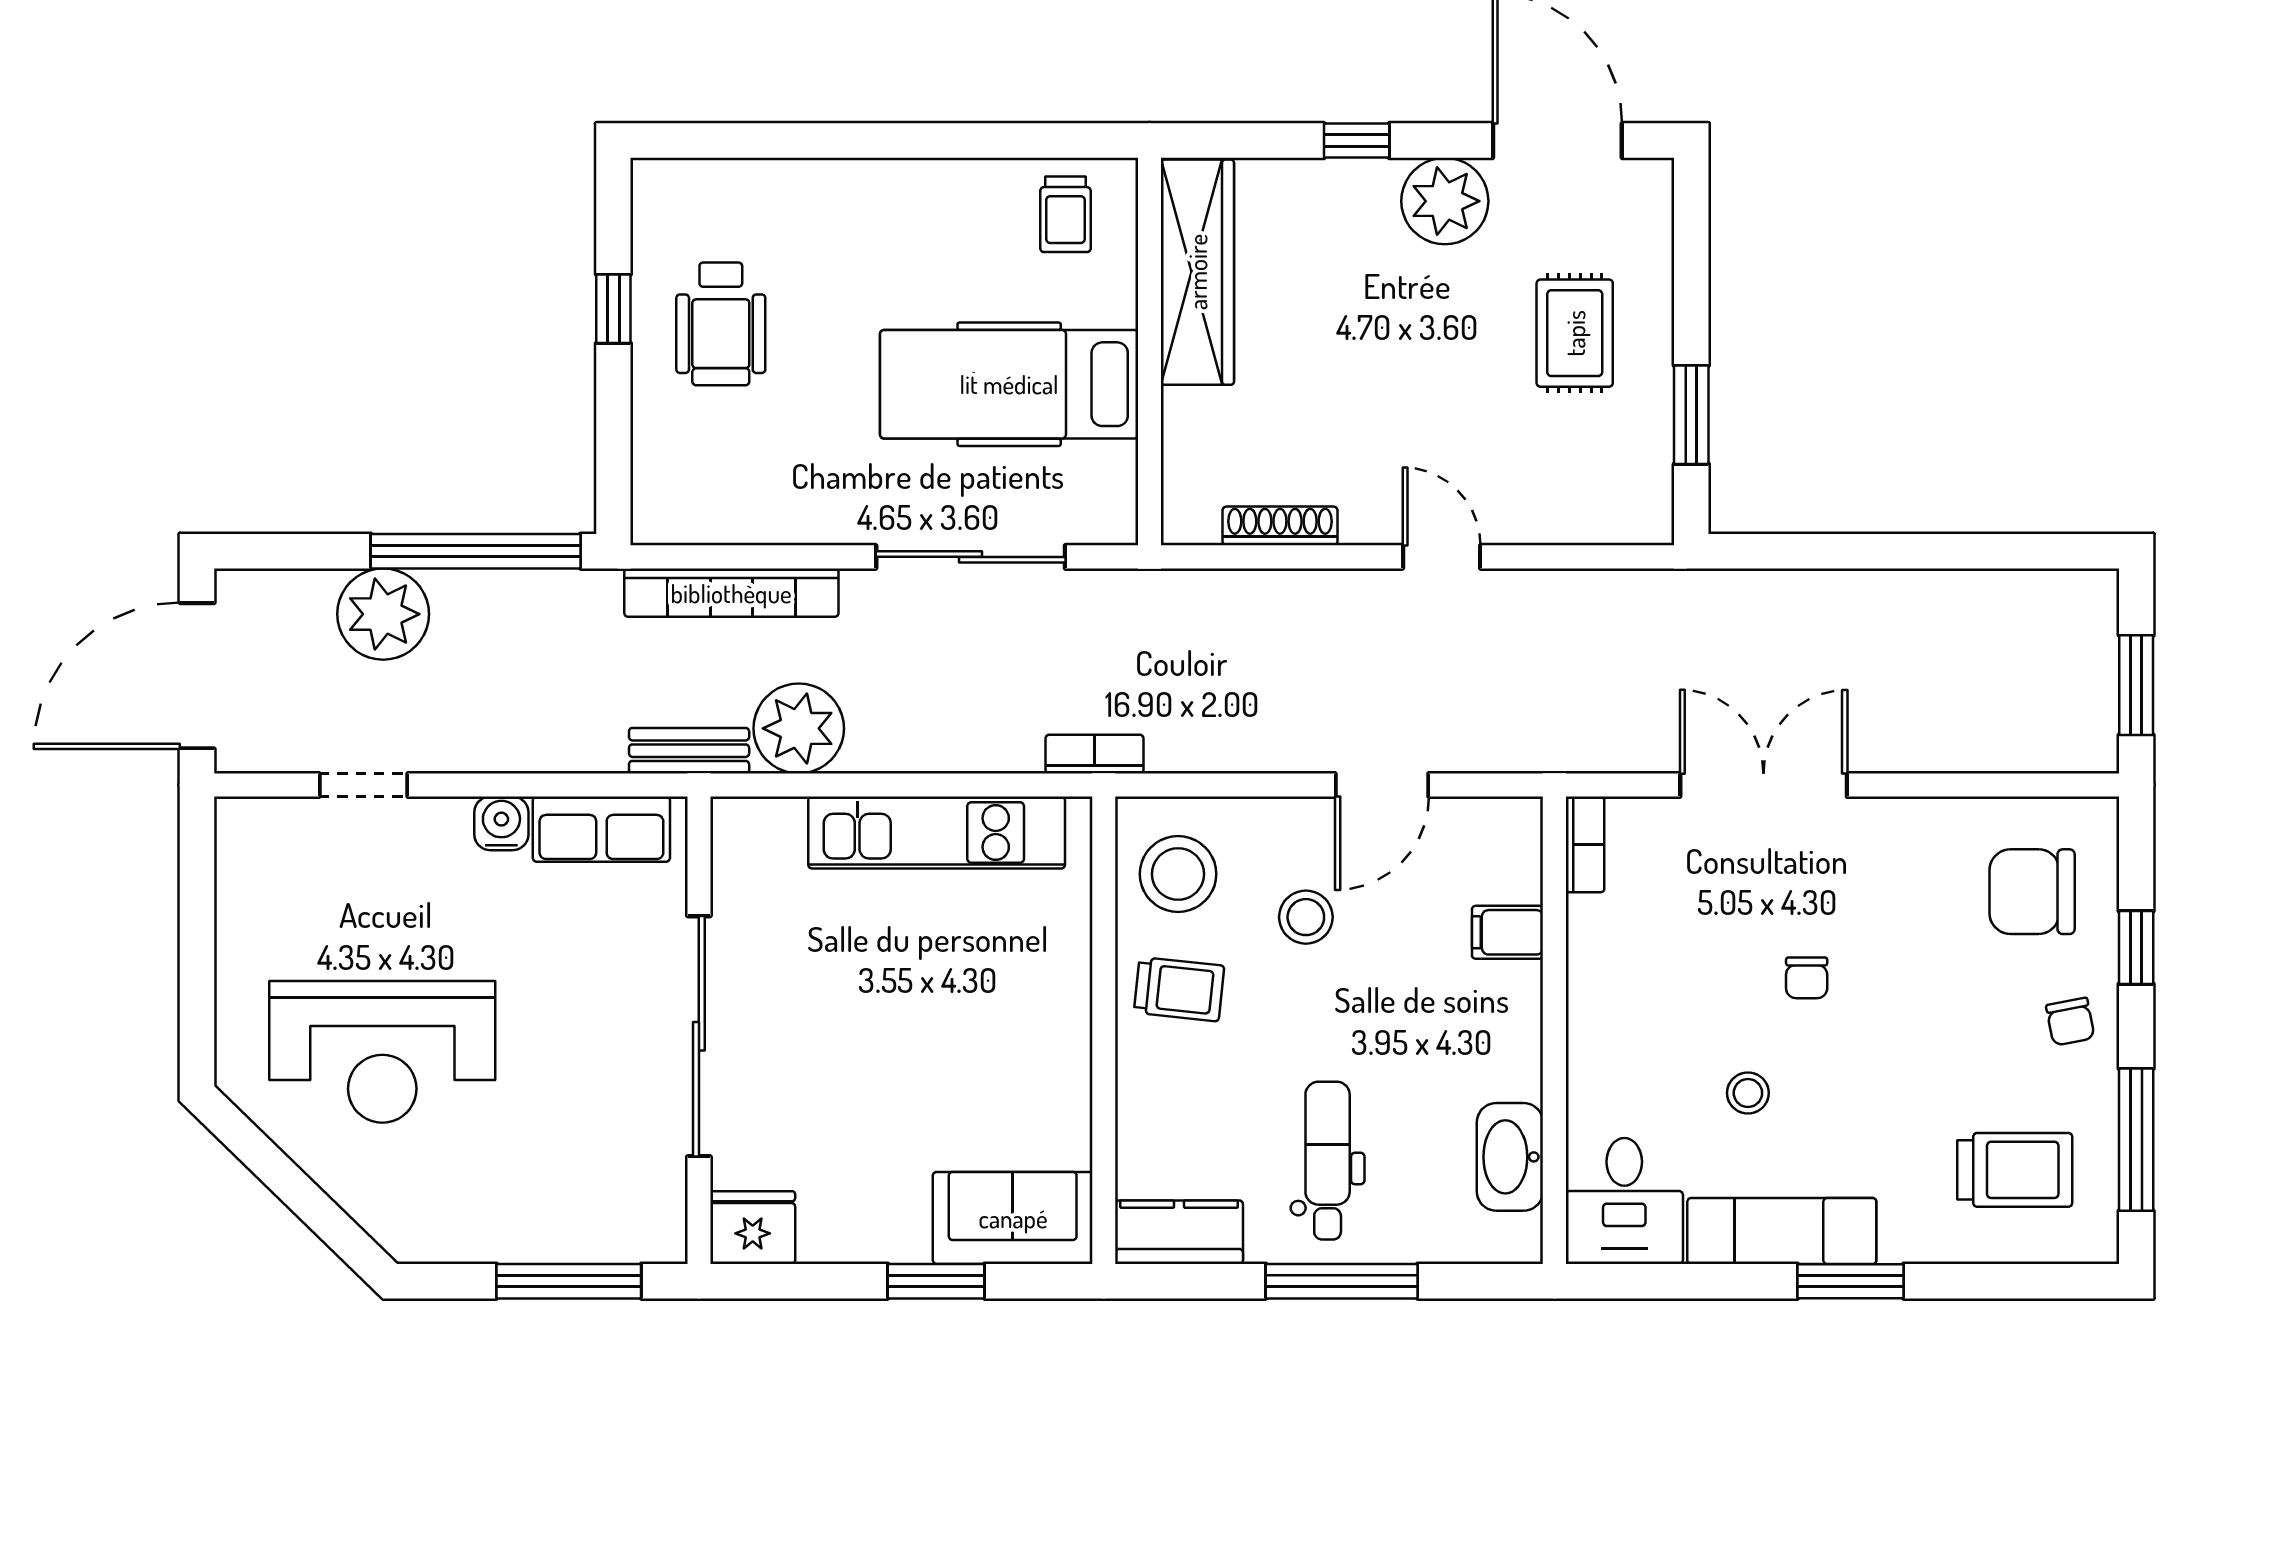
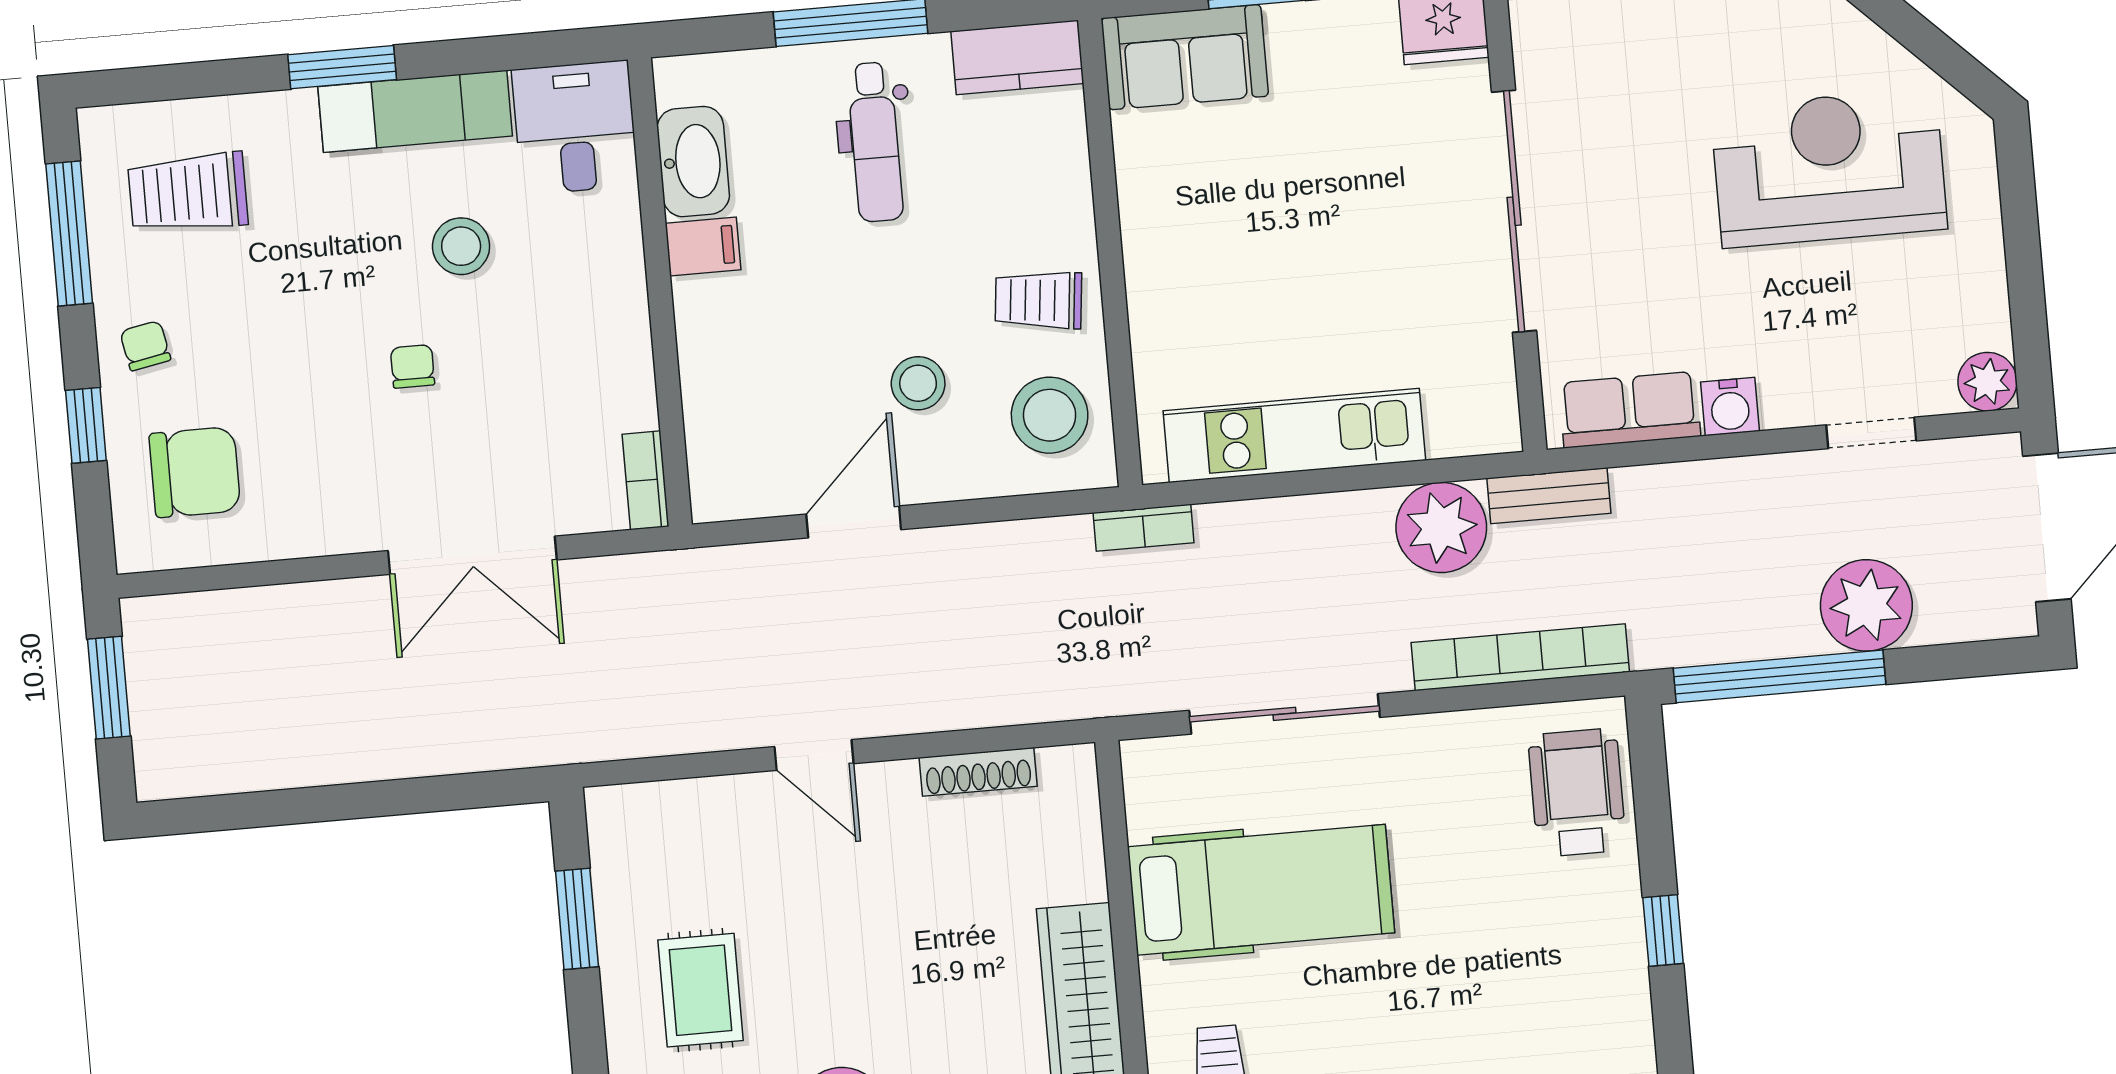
wheelchair: (721, 324) -> (1577, 793), moved
plant: (244, 826) -> (1987, 382), added
filing cabinet: (1508, 932) -> (703, 247), moved
stool: (1748, 1093) -> (461, 246), width x1.37, depth x1.37

